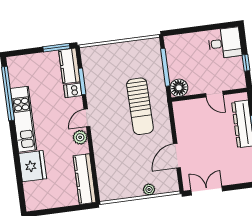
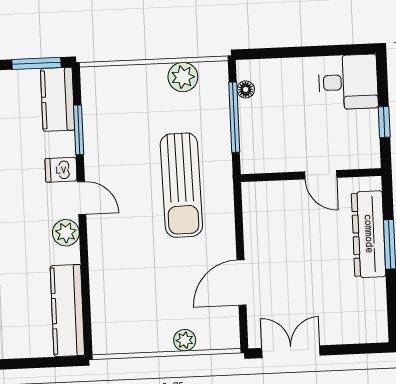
plant: (136, 48) -> (183, 77), added
floor lamp: (179, 88) -> (246, 89), moved, width x0.53, depth x0.53
dishwasher: (73, 90) -> (61, 170), moved
door: (87, 118) -> (82, 198), swing flipped

